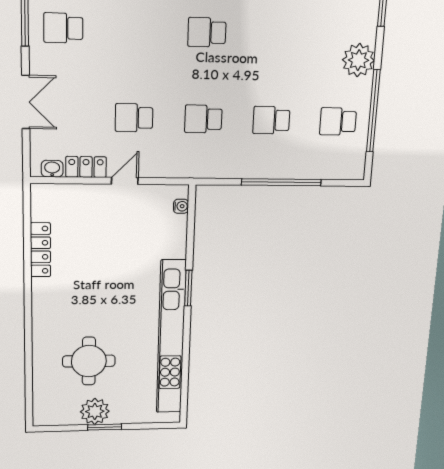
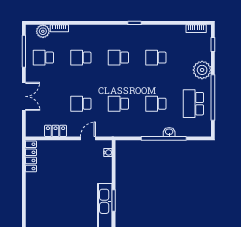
school desk: (136, 30) -> (81, 58), added
school desk: (277, 34) -> (156, 58), added
school desk: (338, 121) -> (193, 104), width x1.85
washbasin: (52, 169) -> (169, 132), moved
door: (125, 181) -> (88, 138), moved
locker: (41, 250) -> (31, 156), moved

